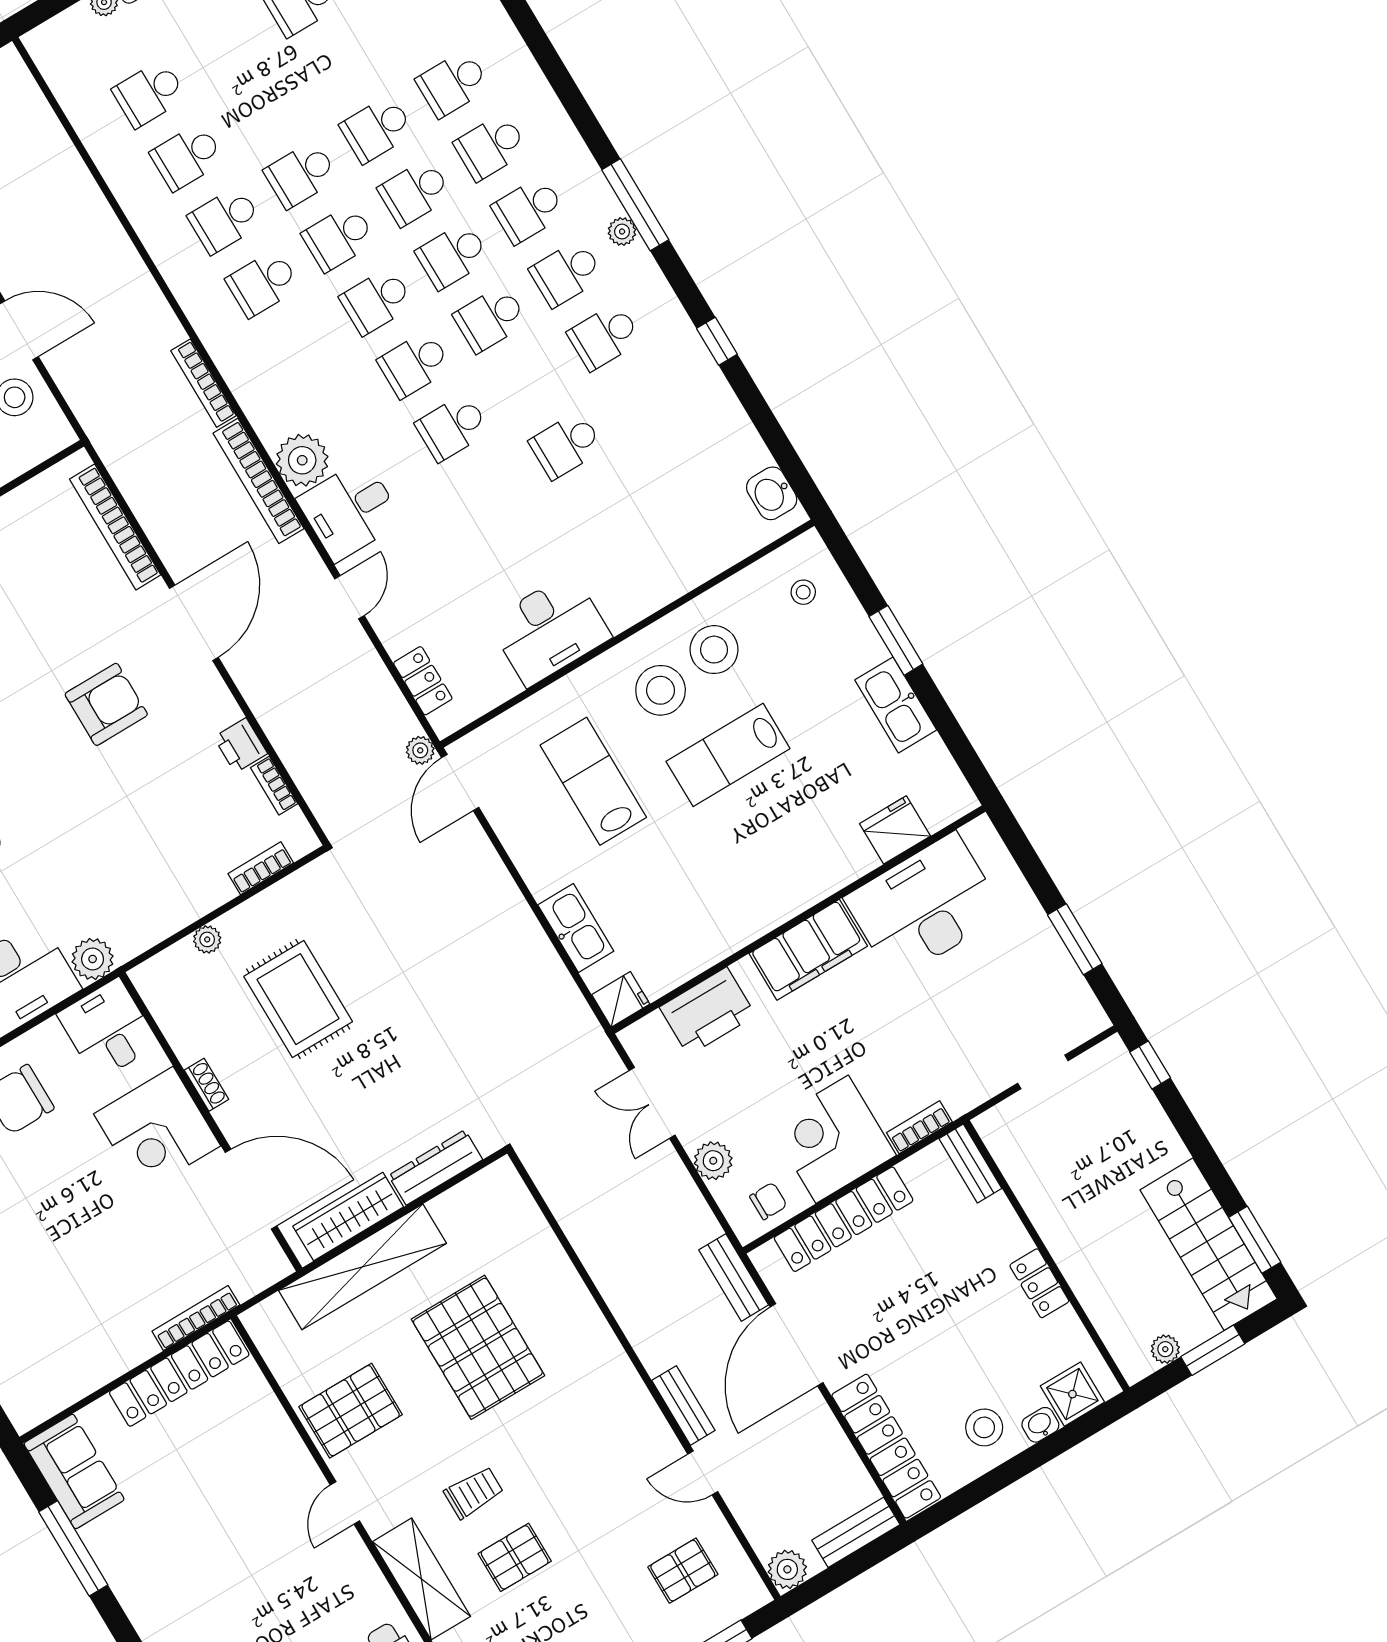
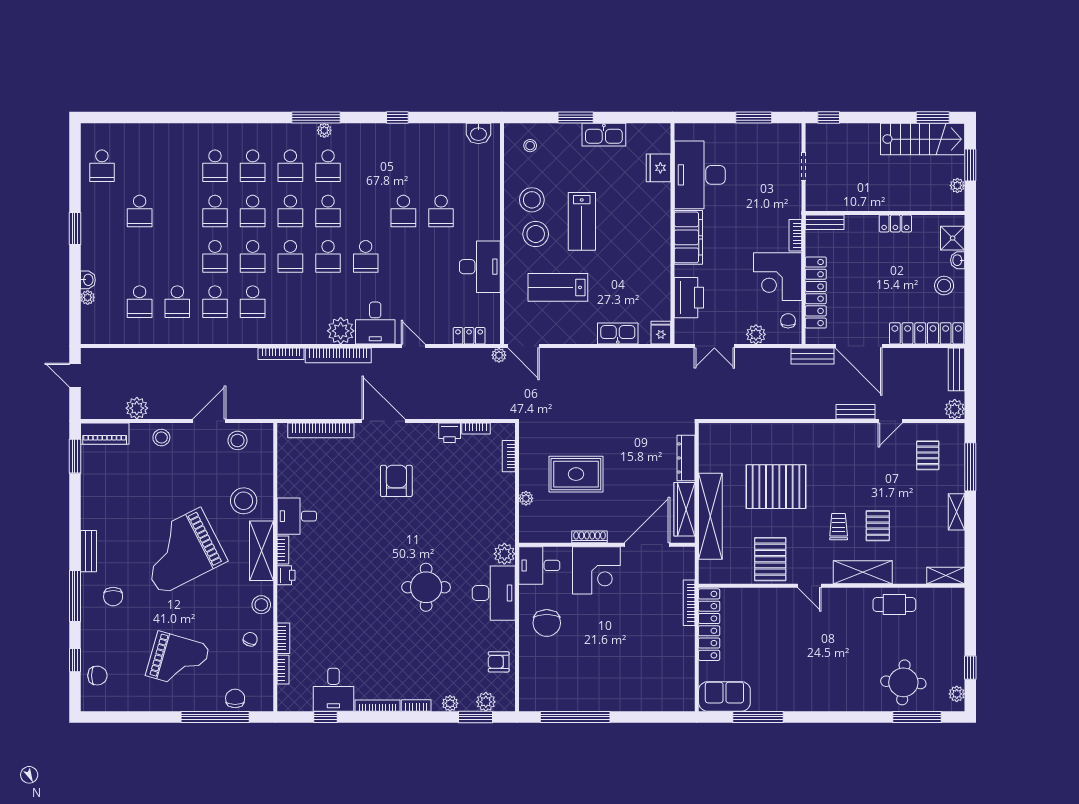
school desk: (604, 337) -> (441, 211), moved
shoe rack: (206, 1085) -> (590, 537), width x1.43

